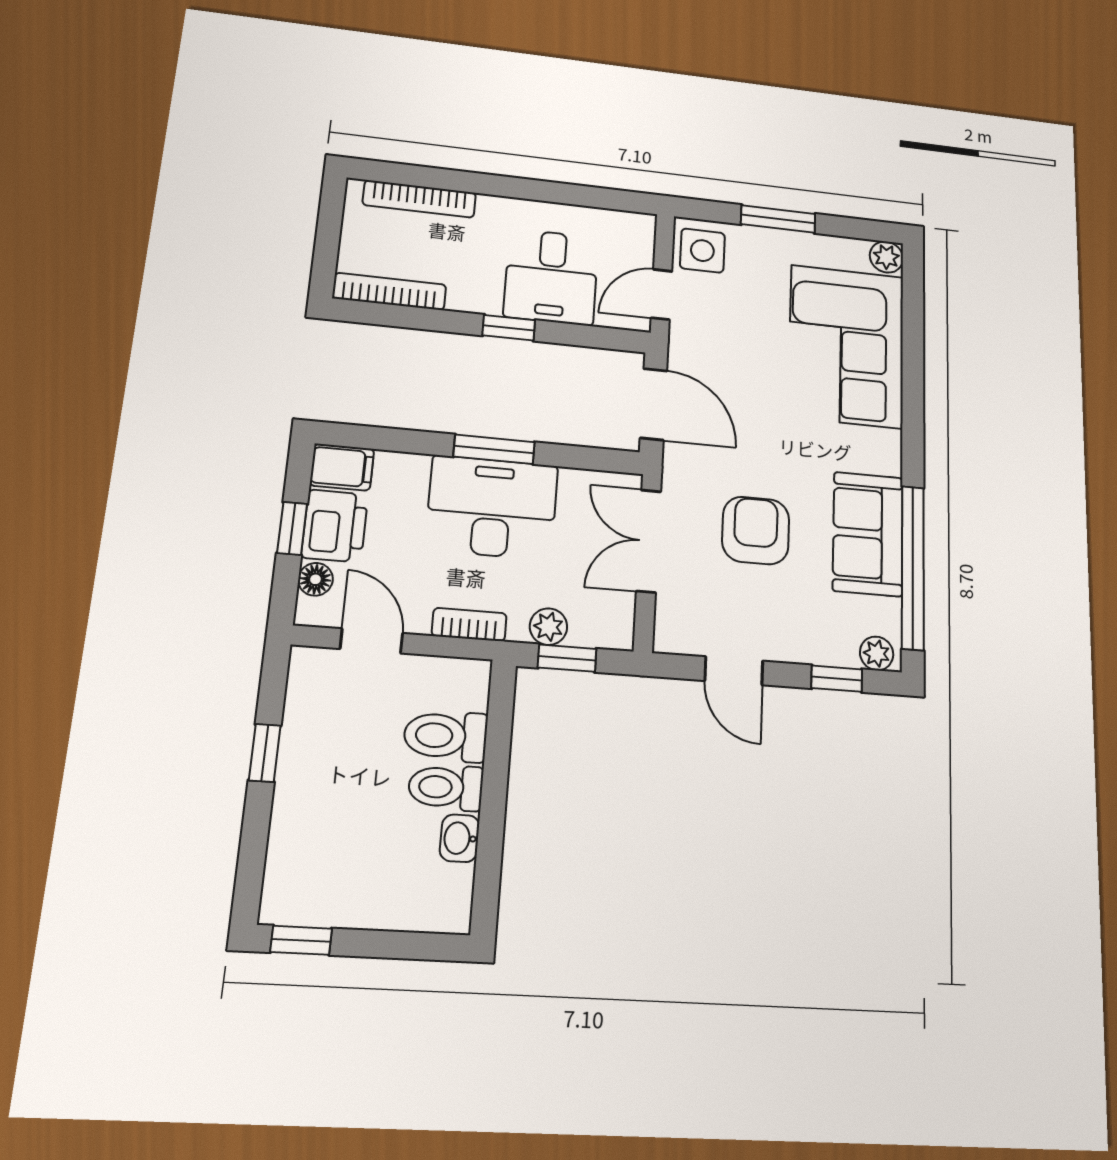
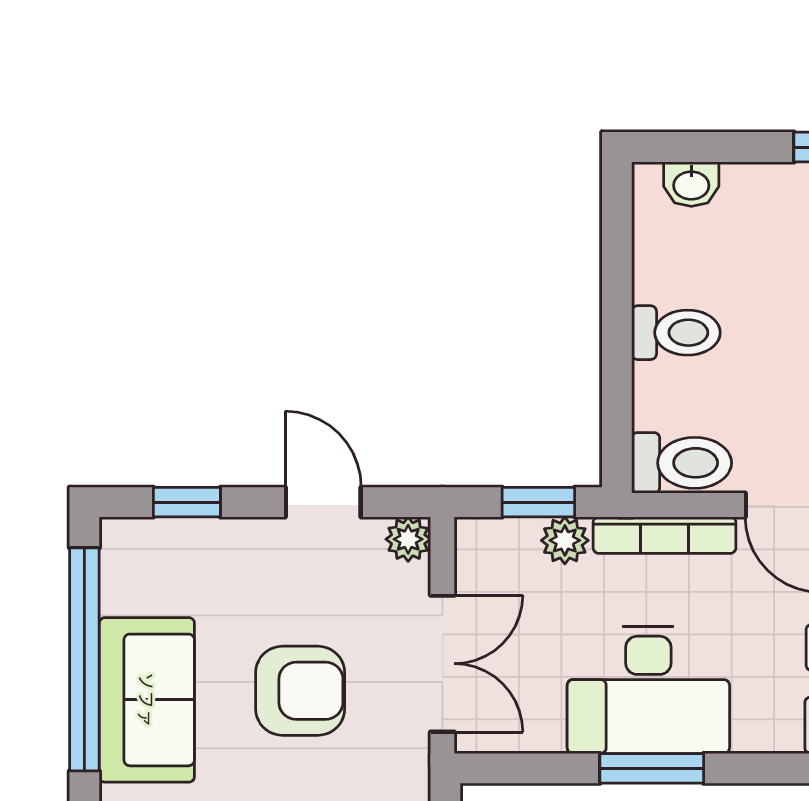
armchair: (756, 530) -> (300, 691), turned -90
bookcase: (469, 625) -> (665, 535), width x1.56
plant: (877, 653) -> (408, 539), moved
toilet: (446, 736) -> (682, 463), moved
washbasin: (460, 838) -> (691, 184), moved, turned 90

